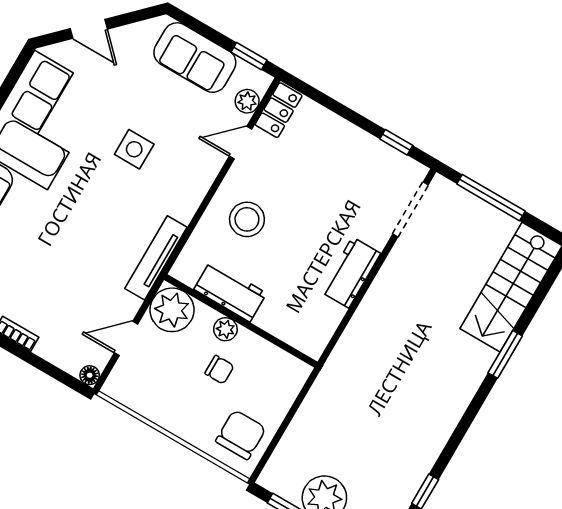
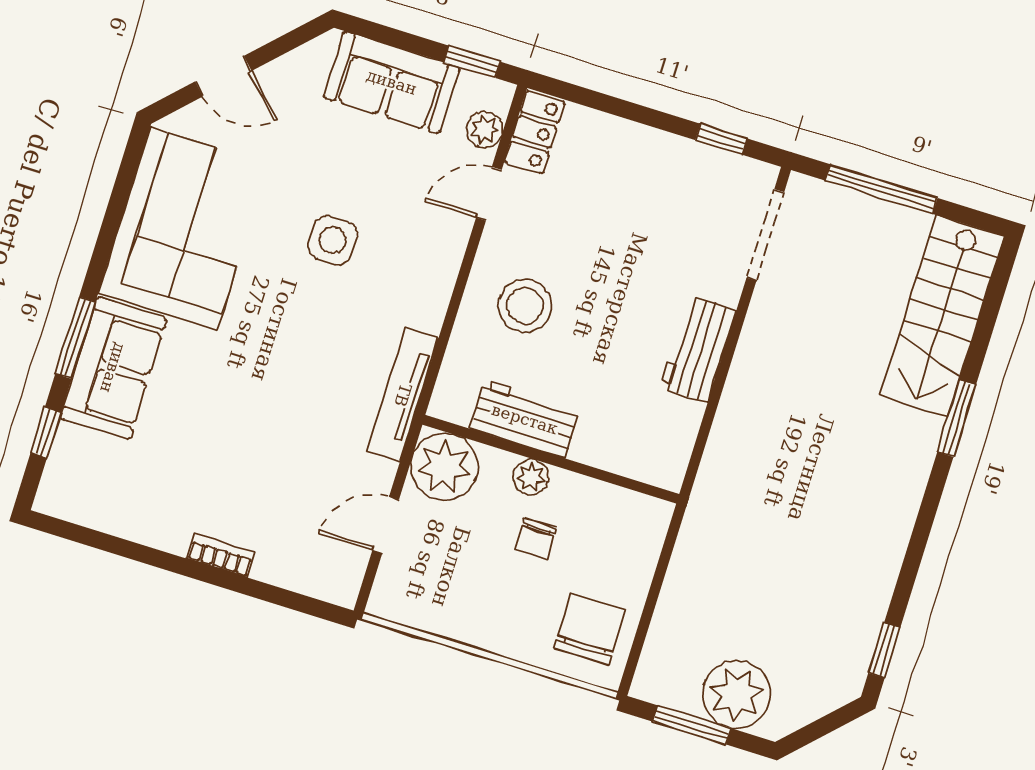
chair: (219, 370) -> (536, 539), turned 90
floor lamp: (90, 375) -> (344, 592), removed

